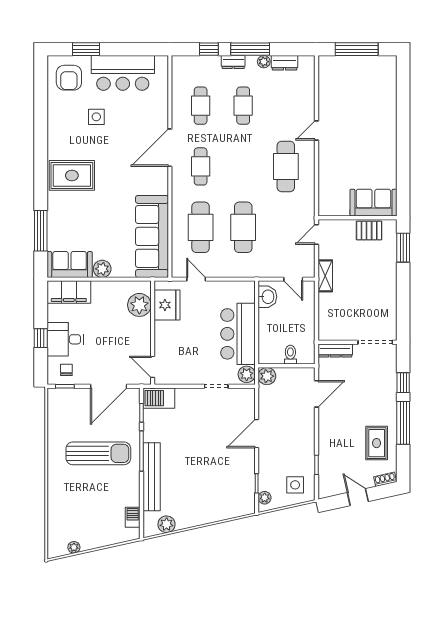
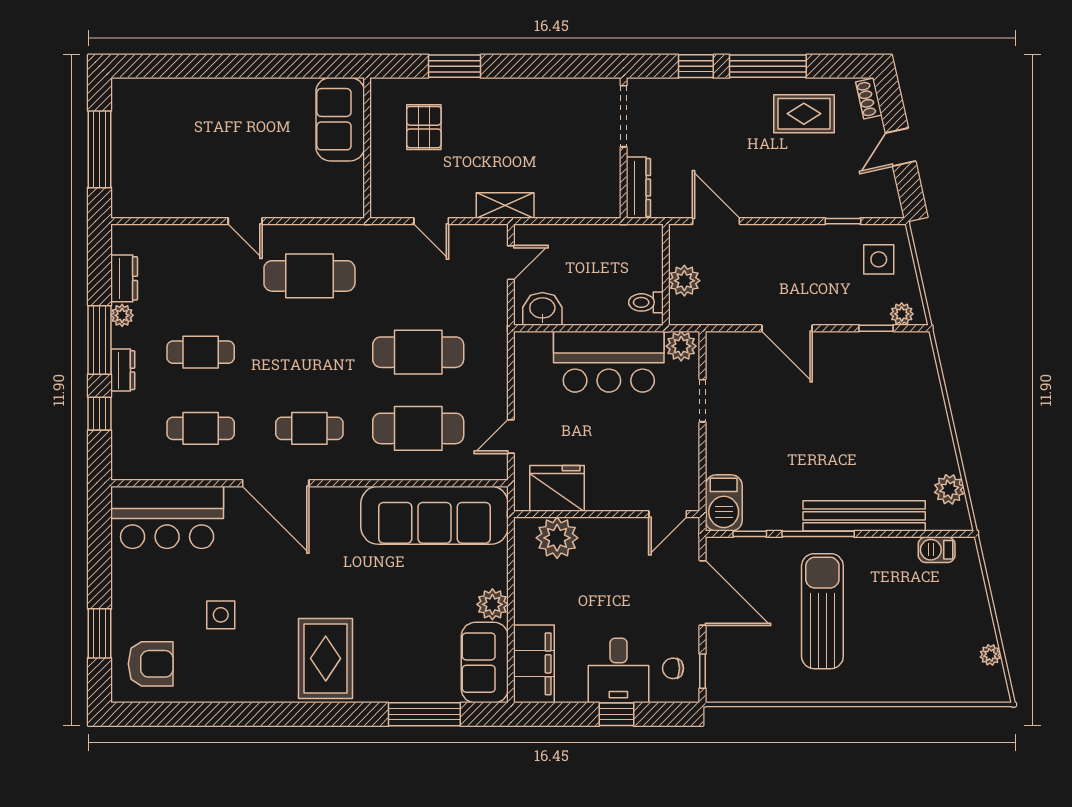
bar counter: (123, 73) -> (167, 517), moved, turned 90
sofa: (373, 203) -> (340, 119), moved
wall: (357, 218) -> (367, 148), moved
toilet: (290, 355) -> (646, 302), moved
plant: (267, 376) -> (684, 281), moved

